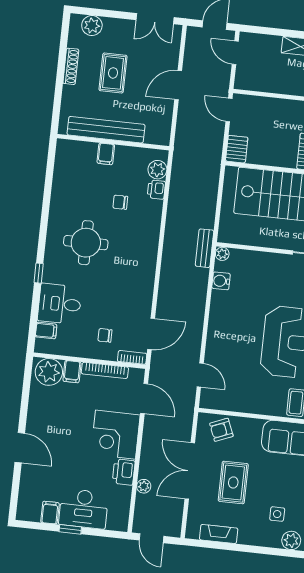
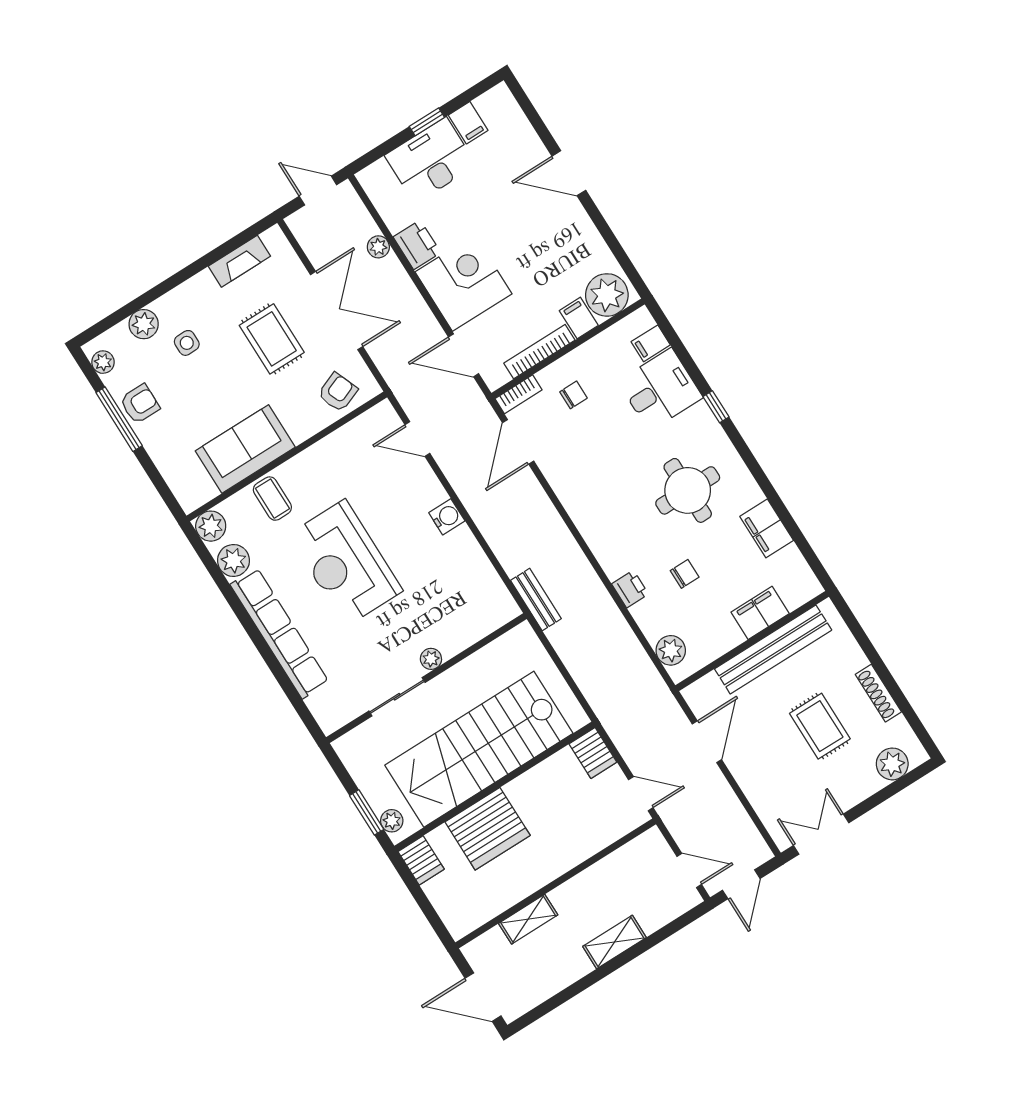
door: (178, 85) -> (707, 742), moved
filing cabinet: (106, 154) -> (760, 613), width x2.00
printer: (156, 190) -> (630, 589), moved
filing cabinet: (61, 193) -> (767, 528), added
plant: (222, 254) -> (431, 659), moved
water cooler: (221, 281) -> (447, 517), moved

